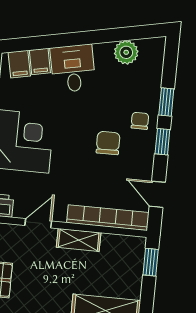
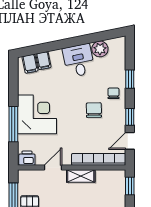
desk: (73, 68) -> (79, 60), moved
window: (162, 142) -> (130, 117), moved
door: (157, 194) -> (130, 141), hinge flipped

